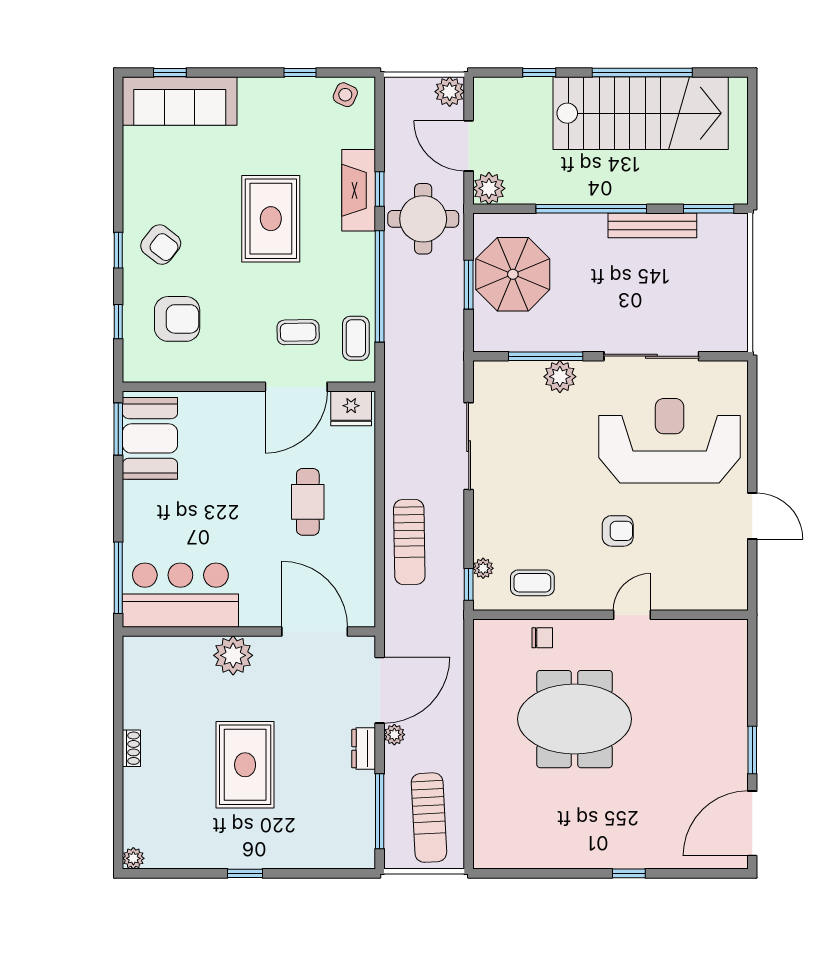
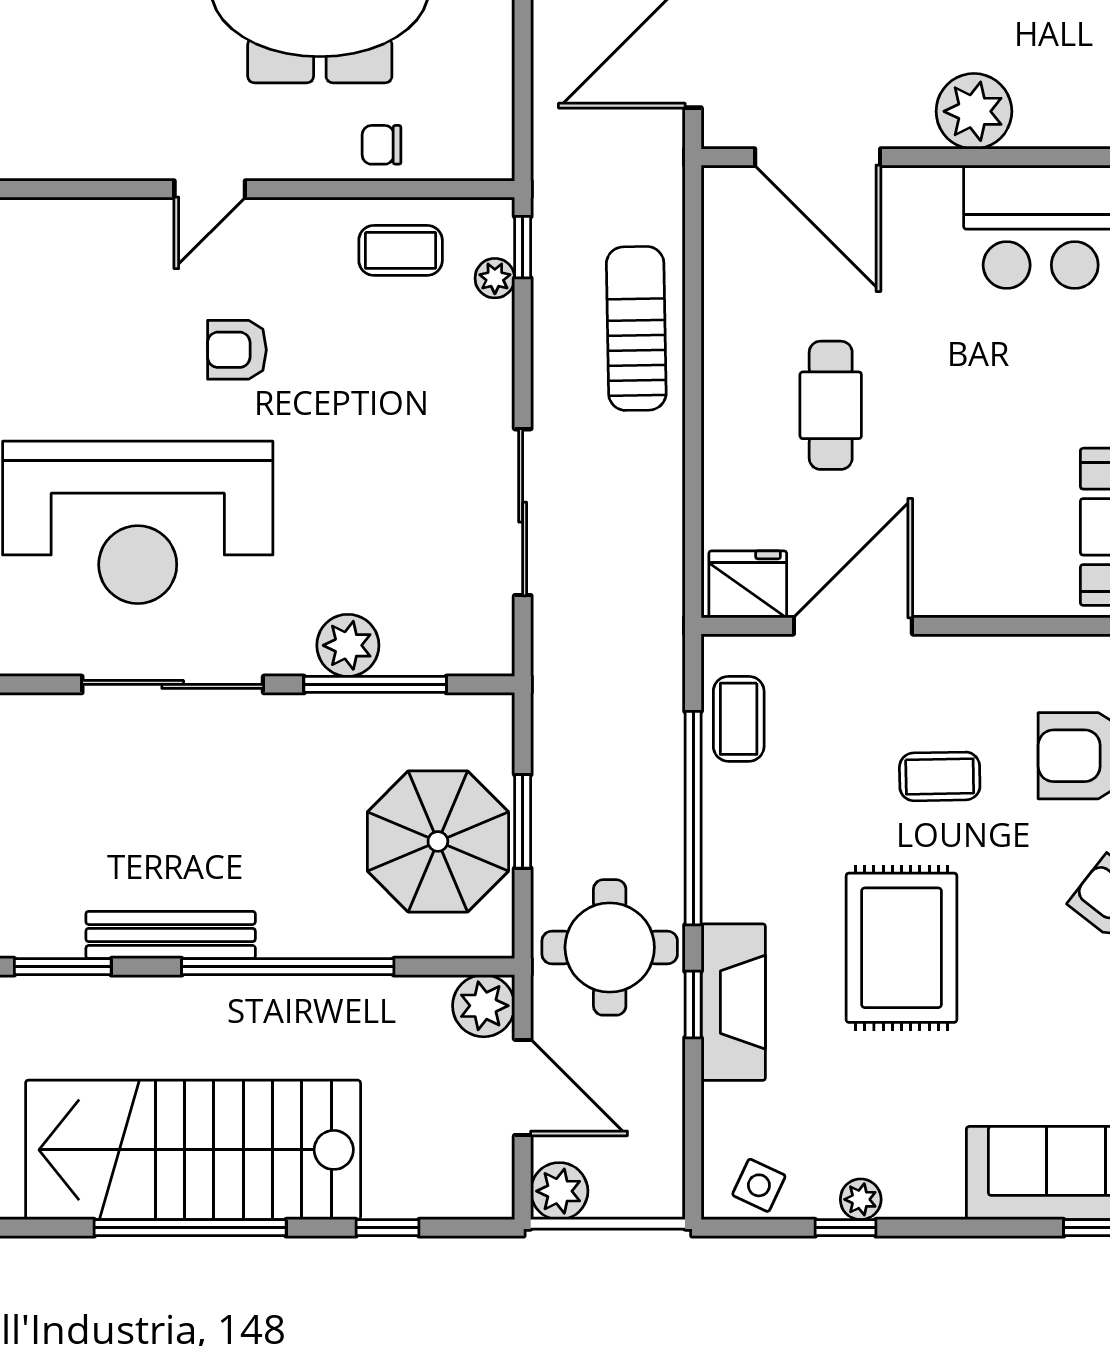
plant: (292, 87) -> (861, 1199), added
coffee table: (298, 332) -> (940, 776), moved

